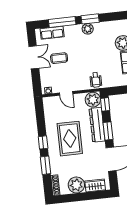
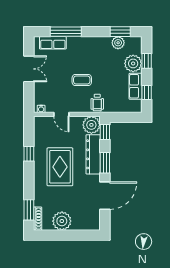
window: (90, 19) -> (120, 32), moved
plant: (88, 29) -> (118, 43), moved
coffee table: (59, 58) -> (82, 80), moved
window: (43, 142) -> (29, 154), moved
window: (46, 165) -> (29, 210), moved
wardrobe: (95, 185) -> (83, 224), removed

